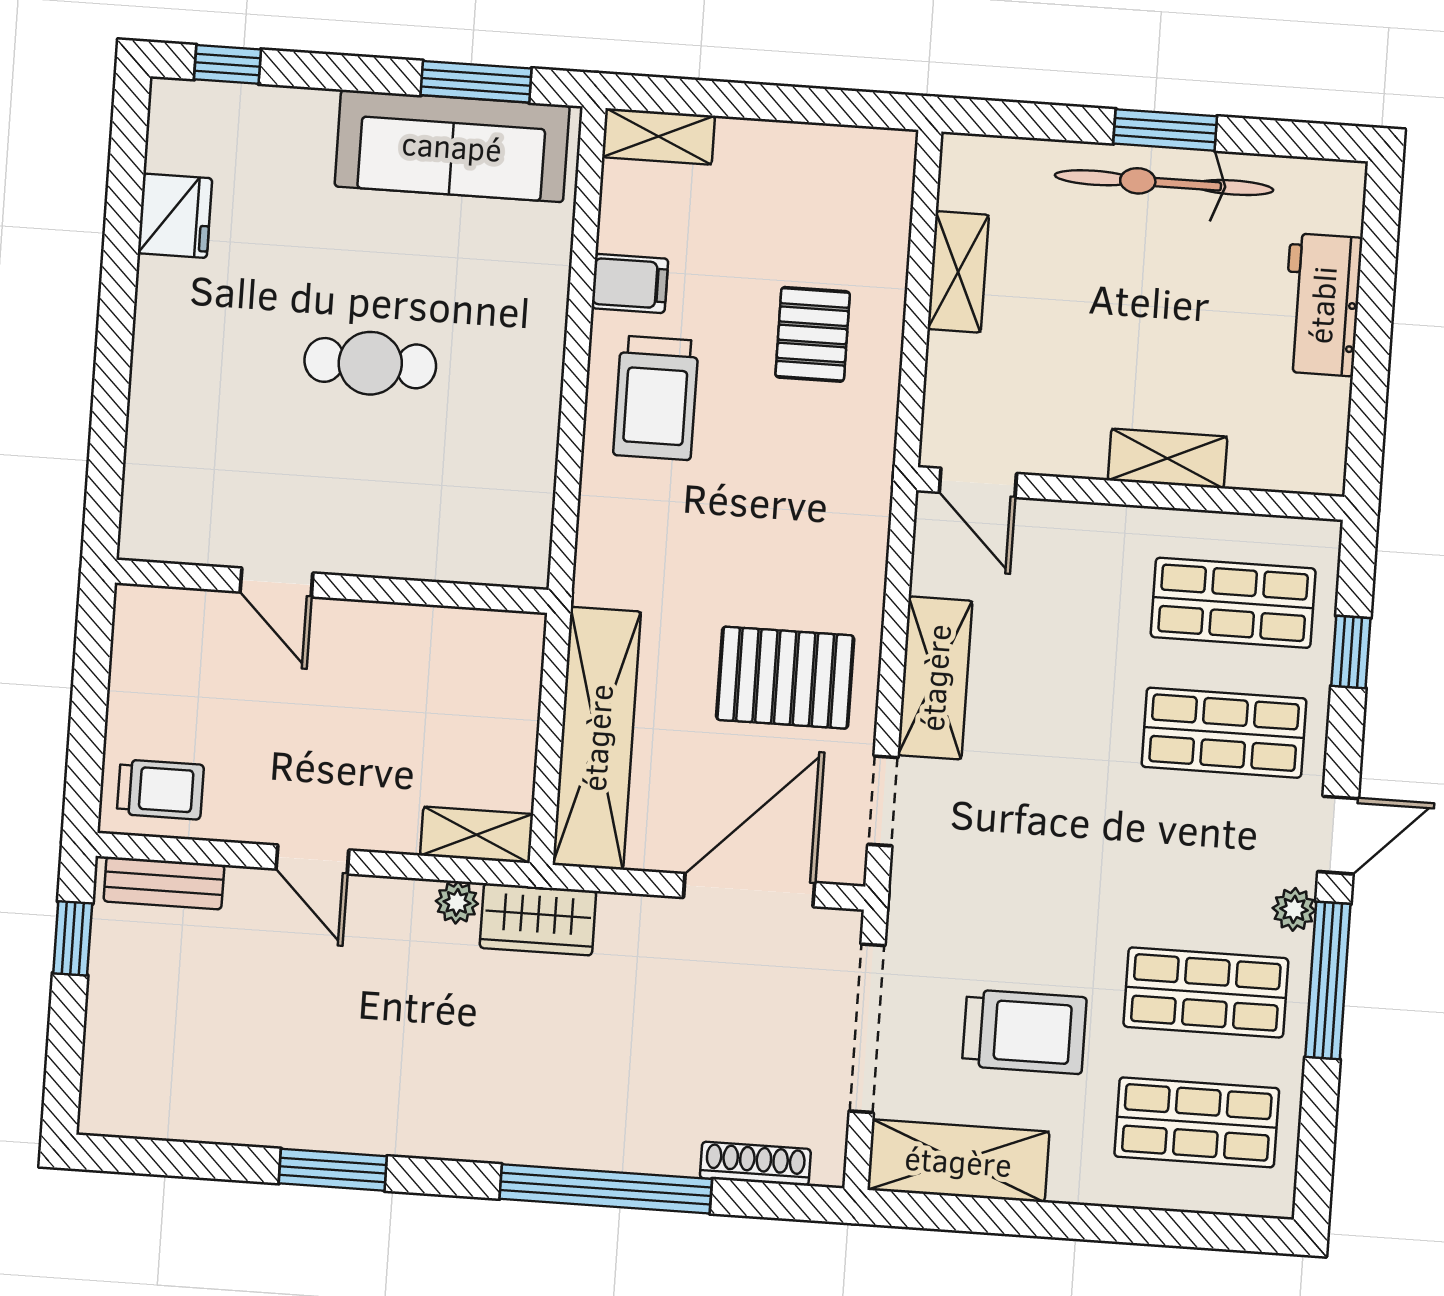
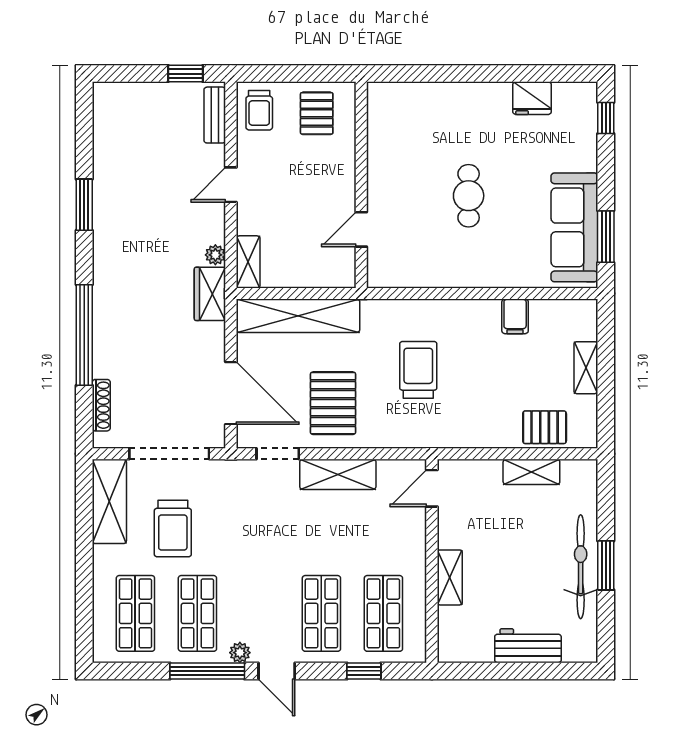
shelving: (658, 136) -> (586, 368), moved
pallet: (813, 334) -> (545, 427), moved
trolley: (656, 398) -> (418, 370), moved, turned 90
door: (276, 582) -> (361, 229), moved
pallet: (175, 669) -> (317, 113), added

